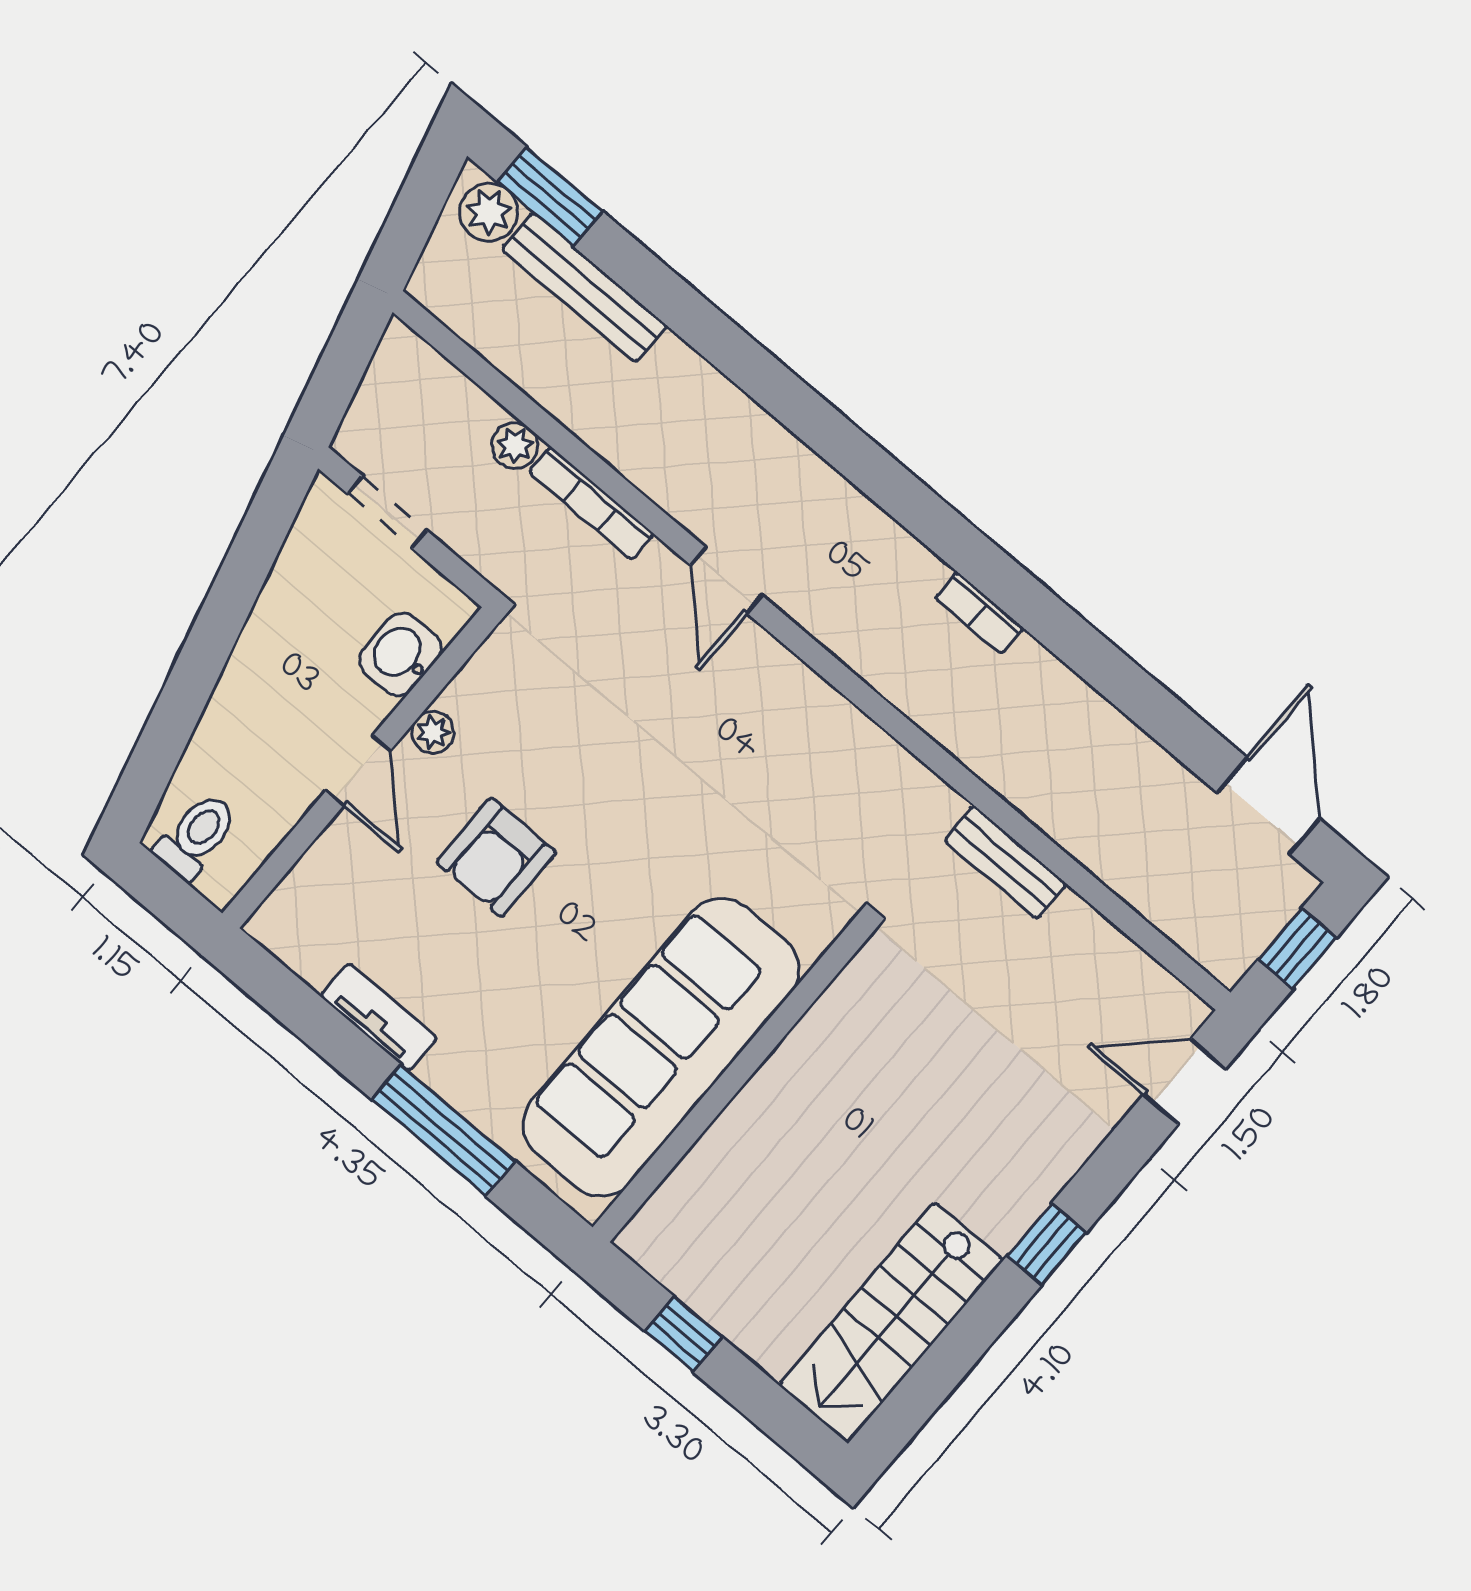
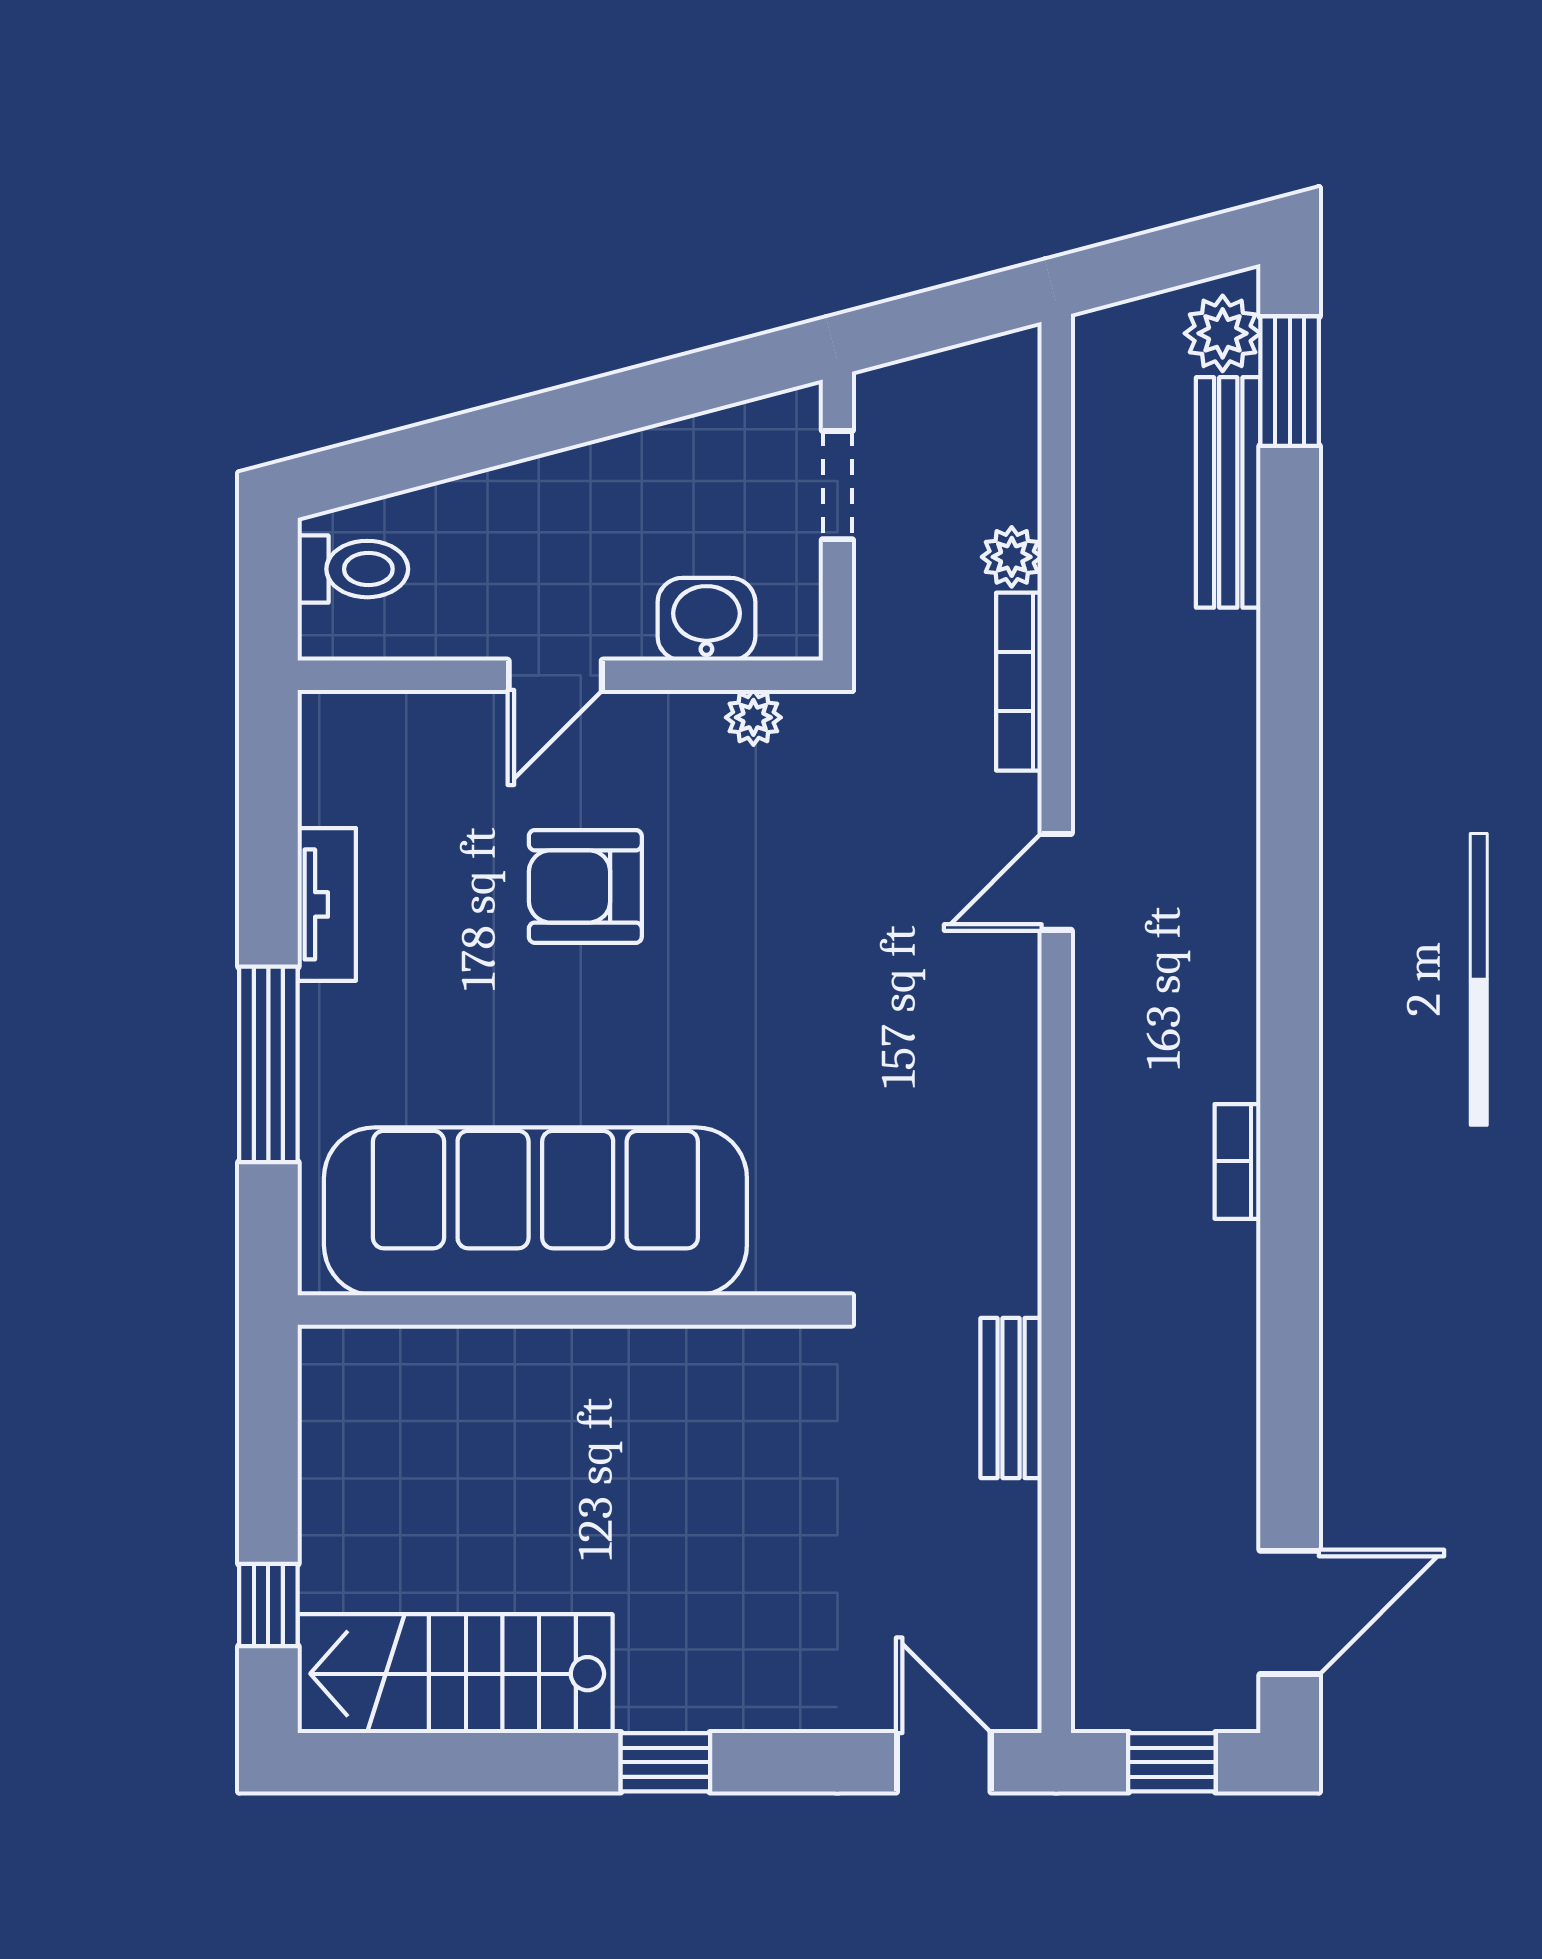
plant: (433, 732) -> (753, 717), moved
window: (684, 1334) -> (268, 1605), moved

